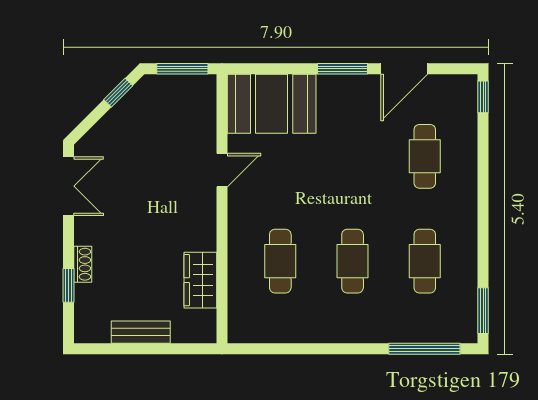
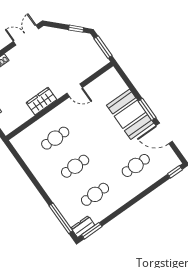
booth: (272, 104) -> (130, 114), moved
double door: (69, 186) -> (26, 35), swing flipped
wardrobe: (200, 280) -> (42, 101), moved
dresser: (465, 321) -> (83, 227), added

